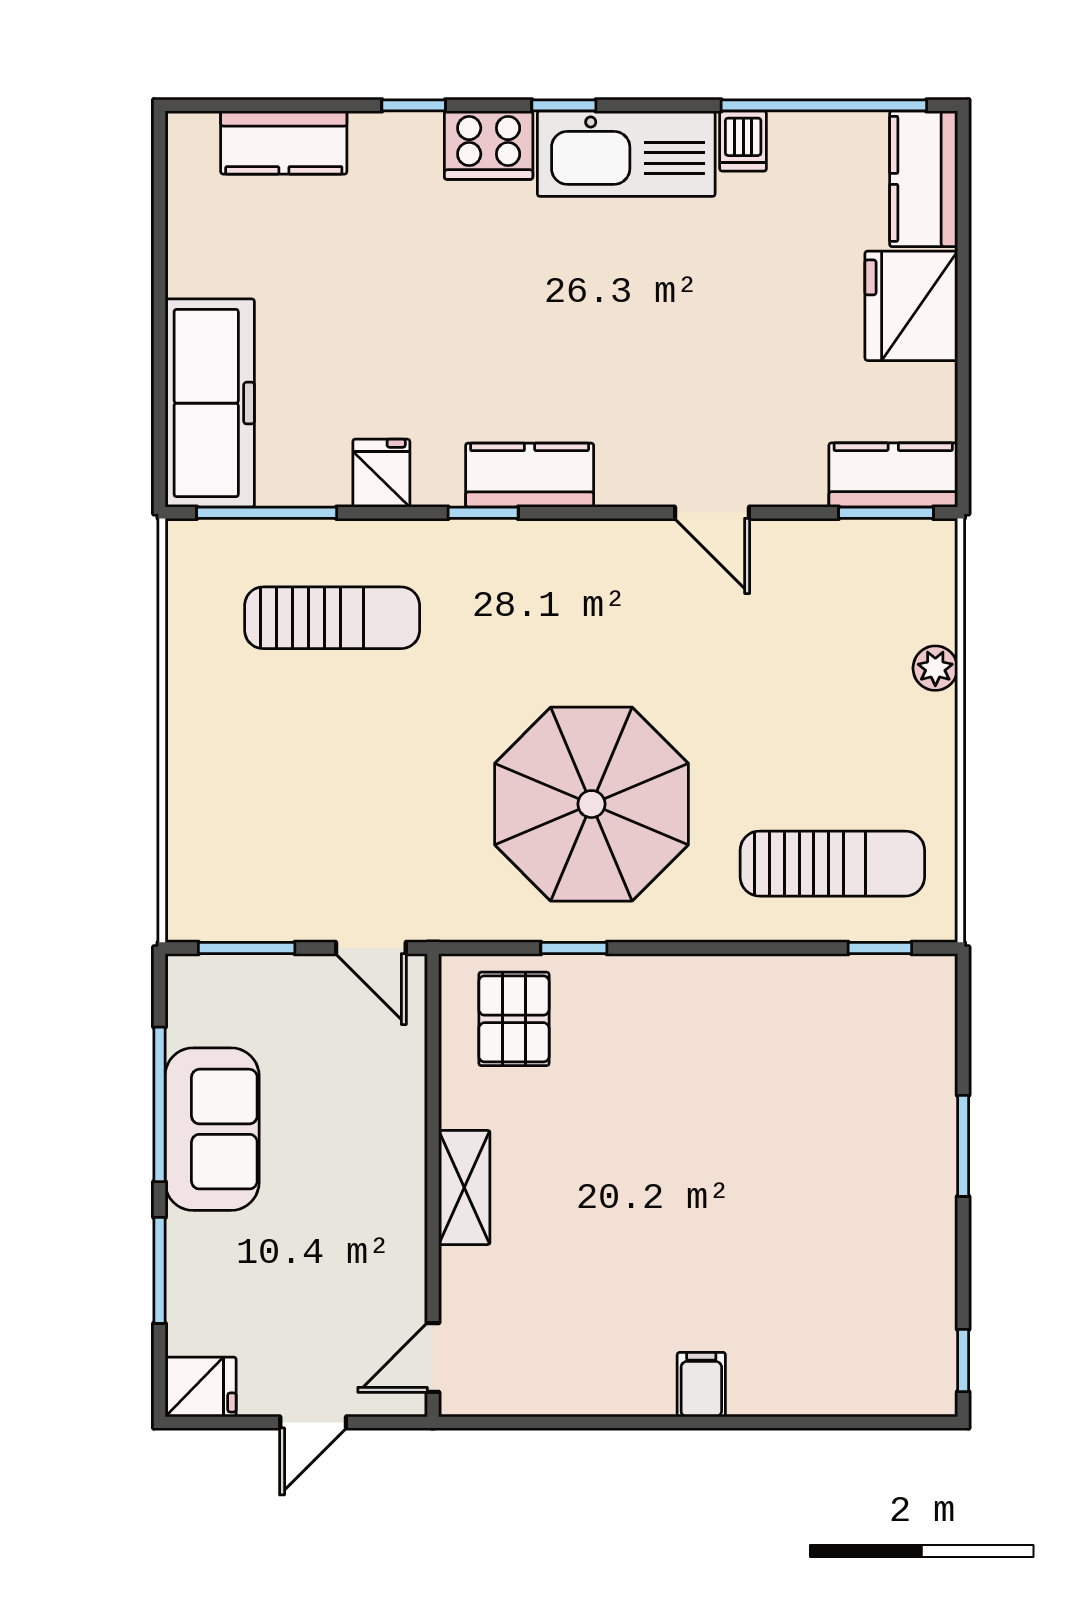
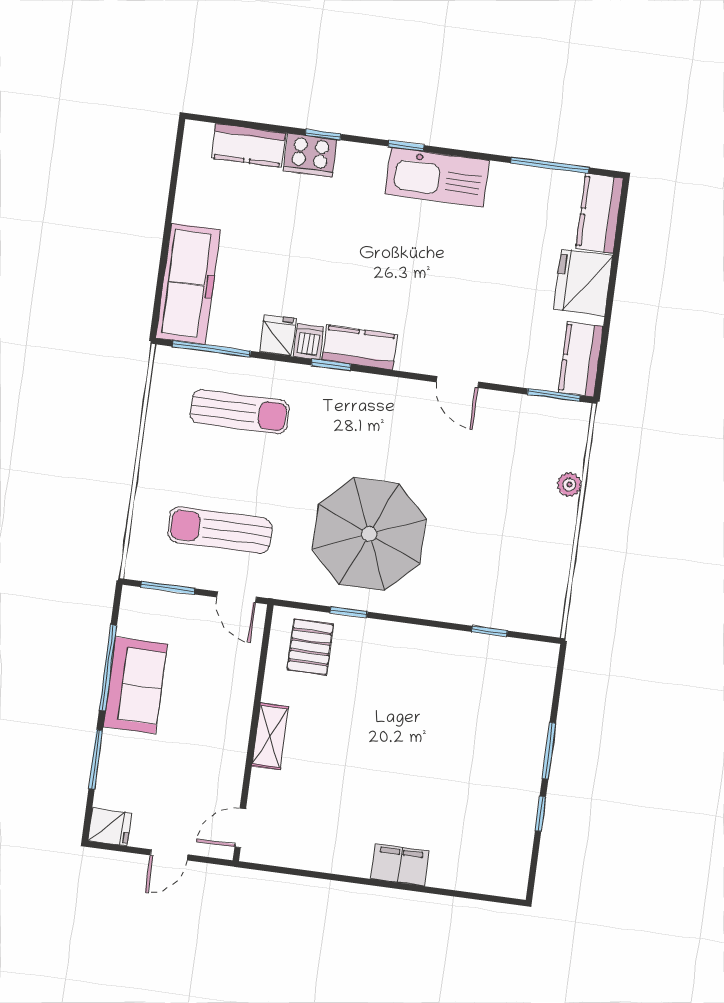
window: (824, 105) -> (550, 165), width x0.68
dishwasher: (743, 141) -> (309, 342), moved, turned 180
cooker: (489, 145) -> (310, 155), moved
kitchen counter: (893, 475) -> (581, 359), moved, turned -90
sun lounger: (832, 864) -> (220, 530), moved, turned 180
window: (880, 948) -> (489, 631), moved
window: (963, 1361) -> (540, 814), moved
filing cabinet: (701, 1385) -> (400, 865), width x2.00

